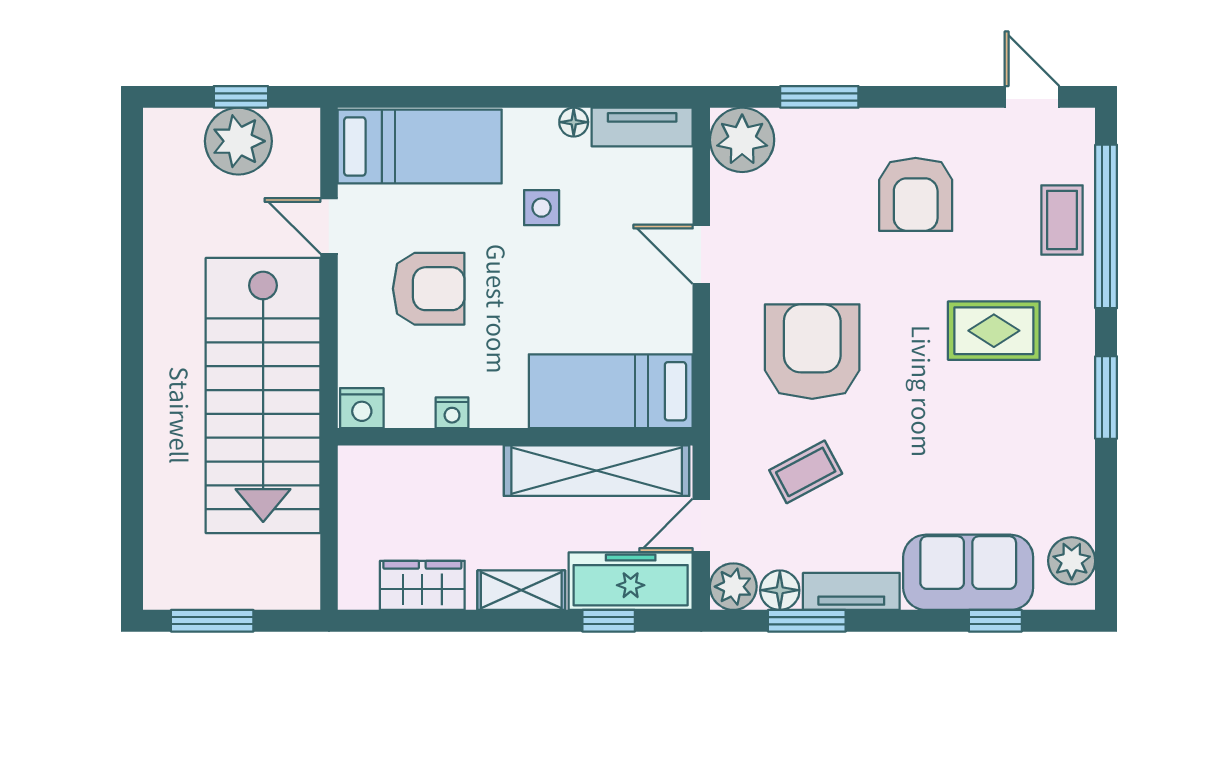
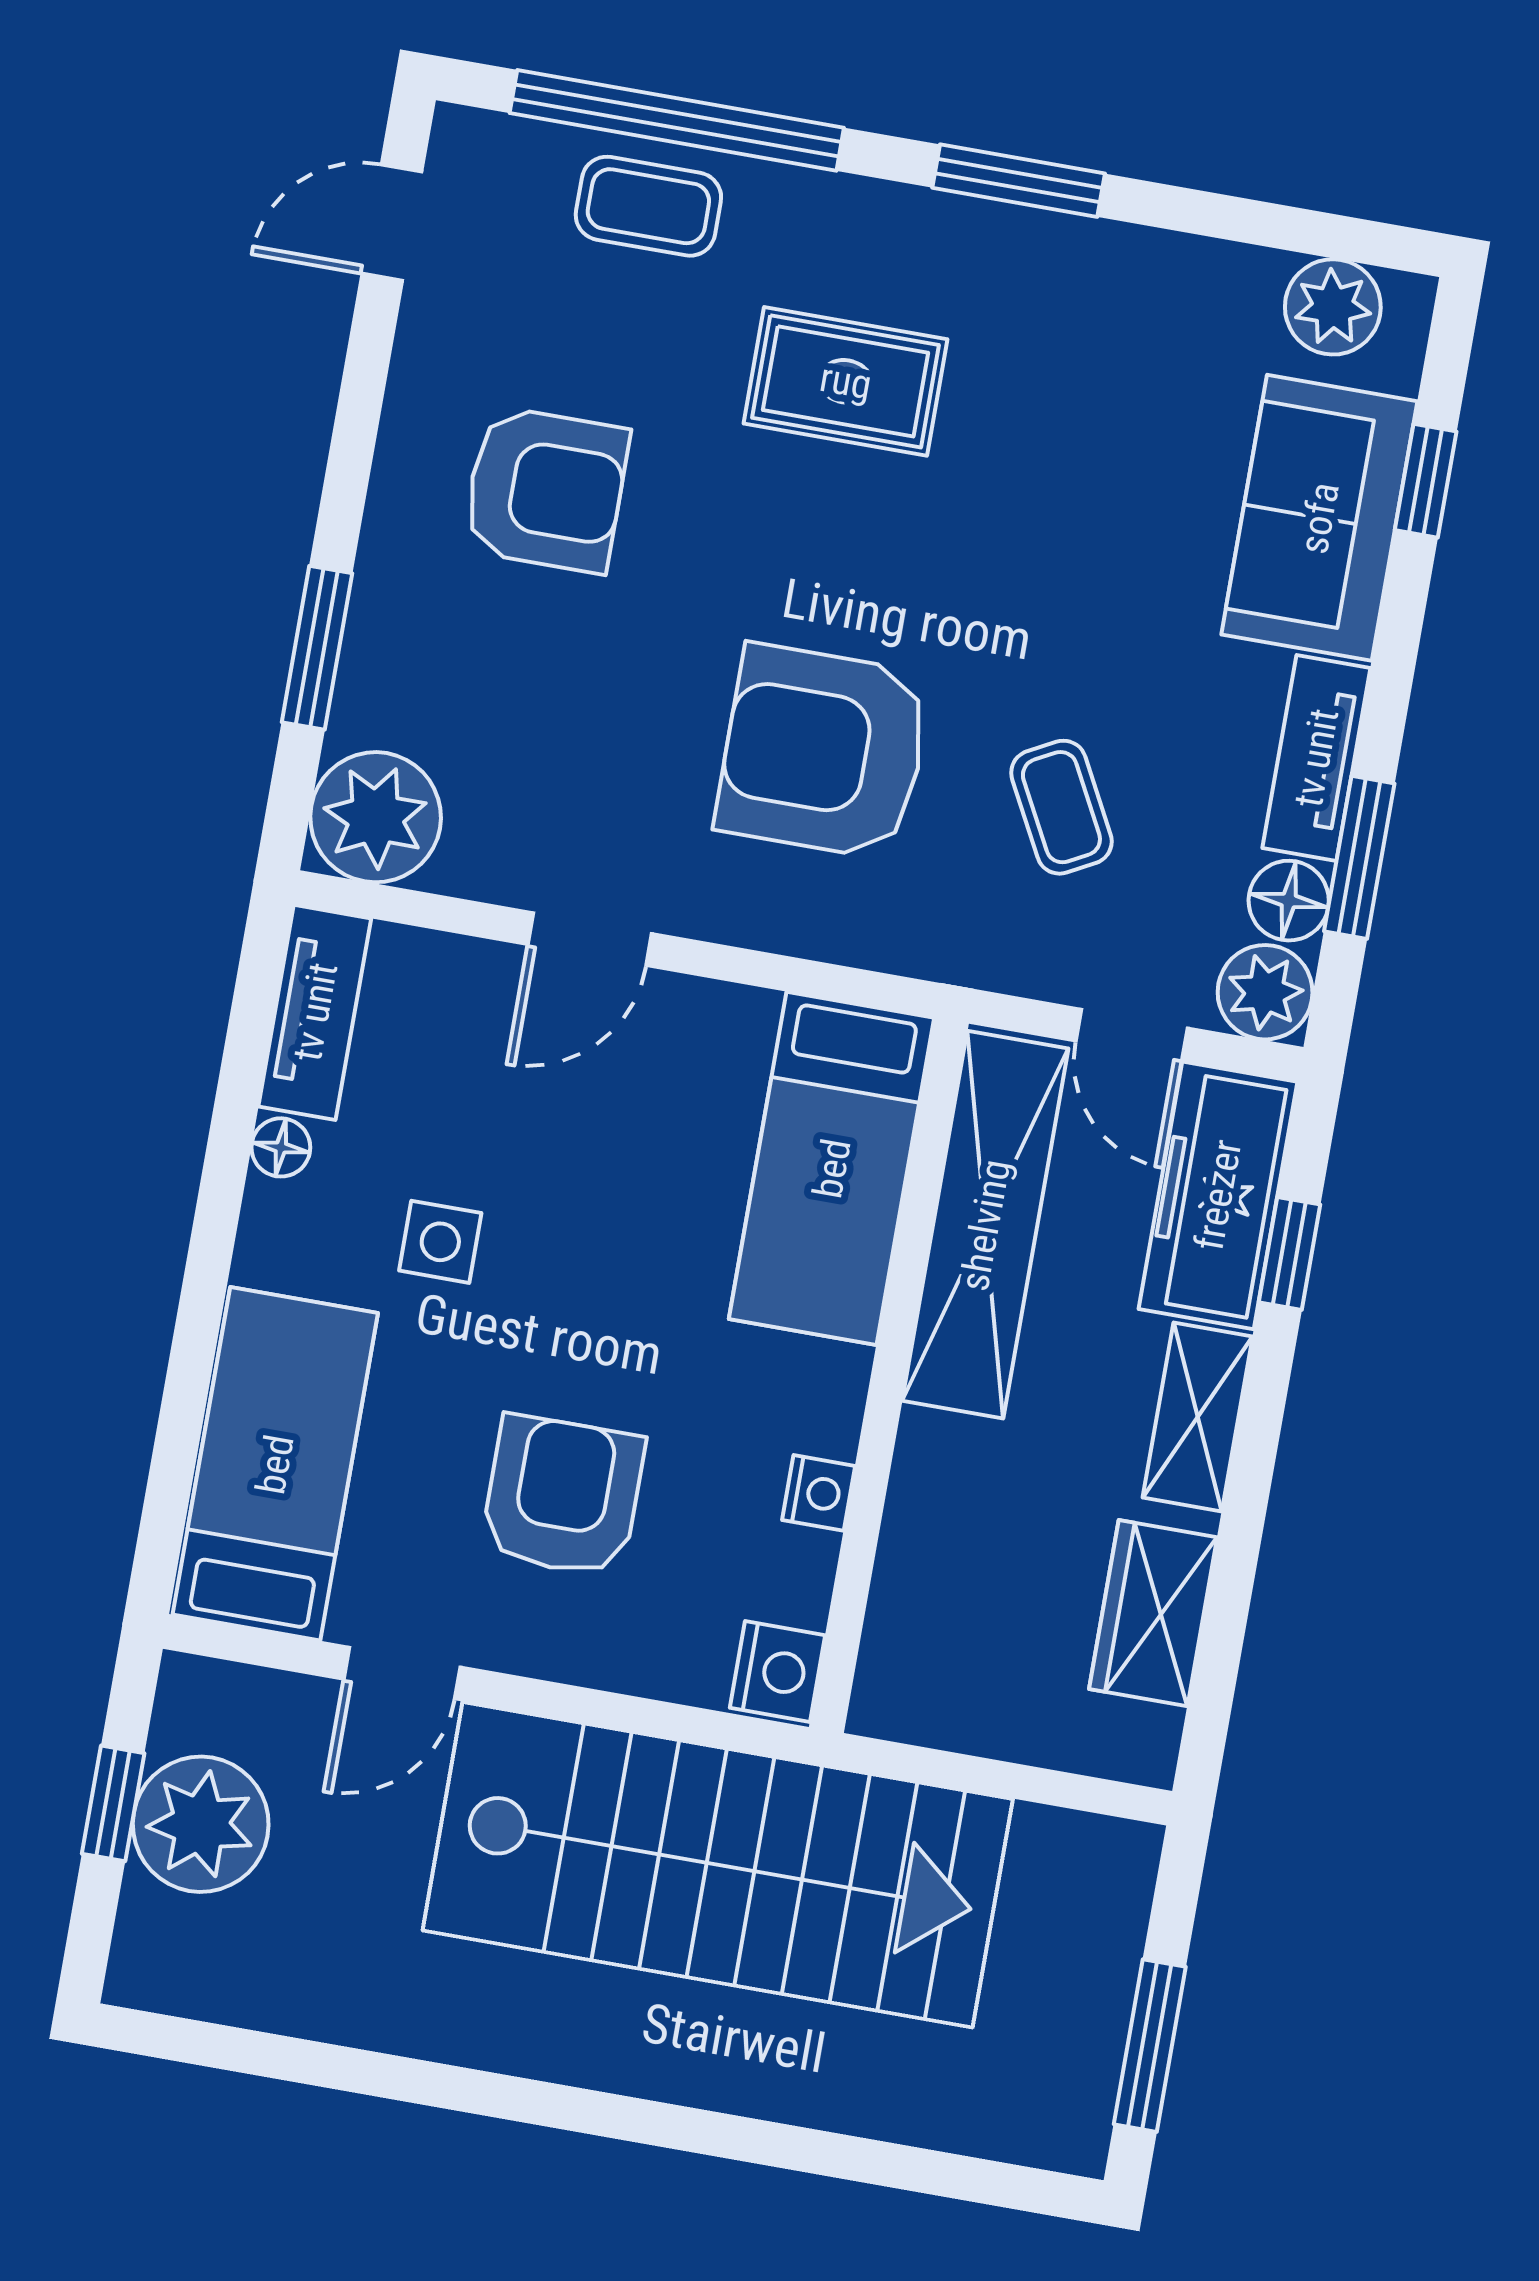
rug: (994, 331) -> (846, 381), turned 90

